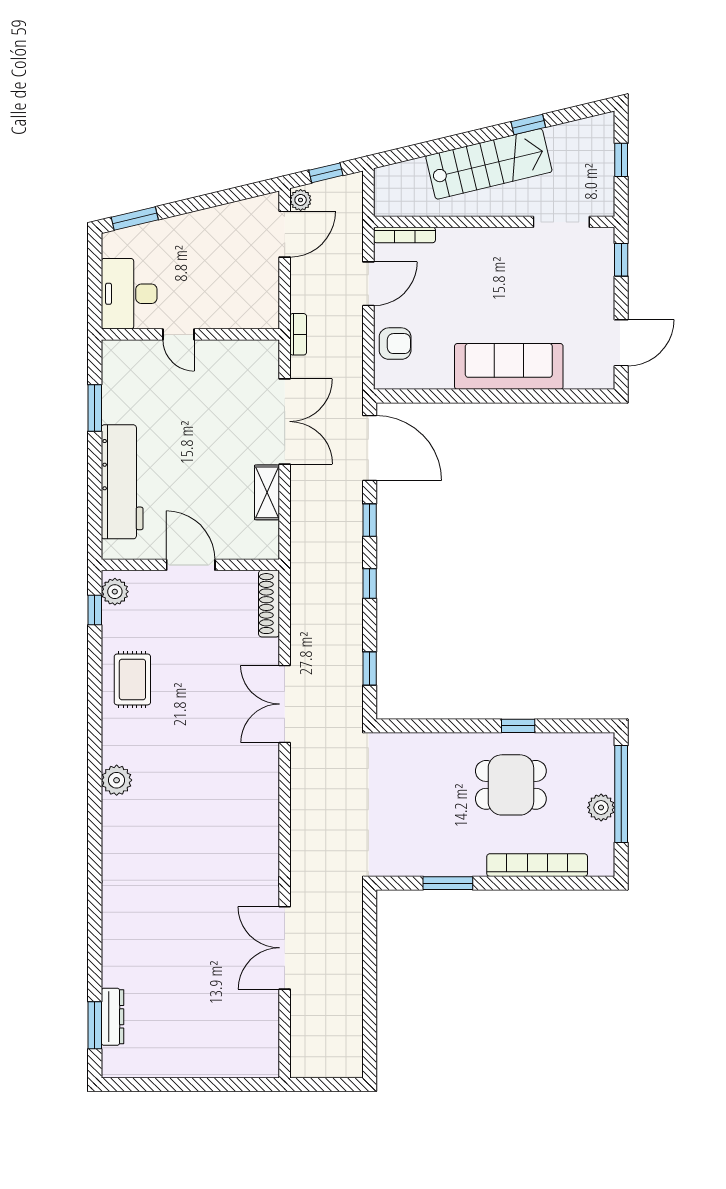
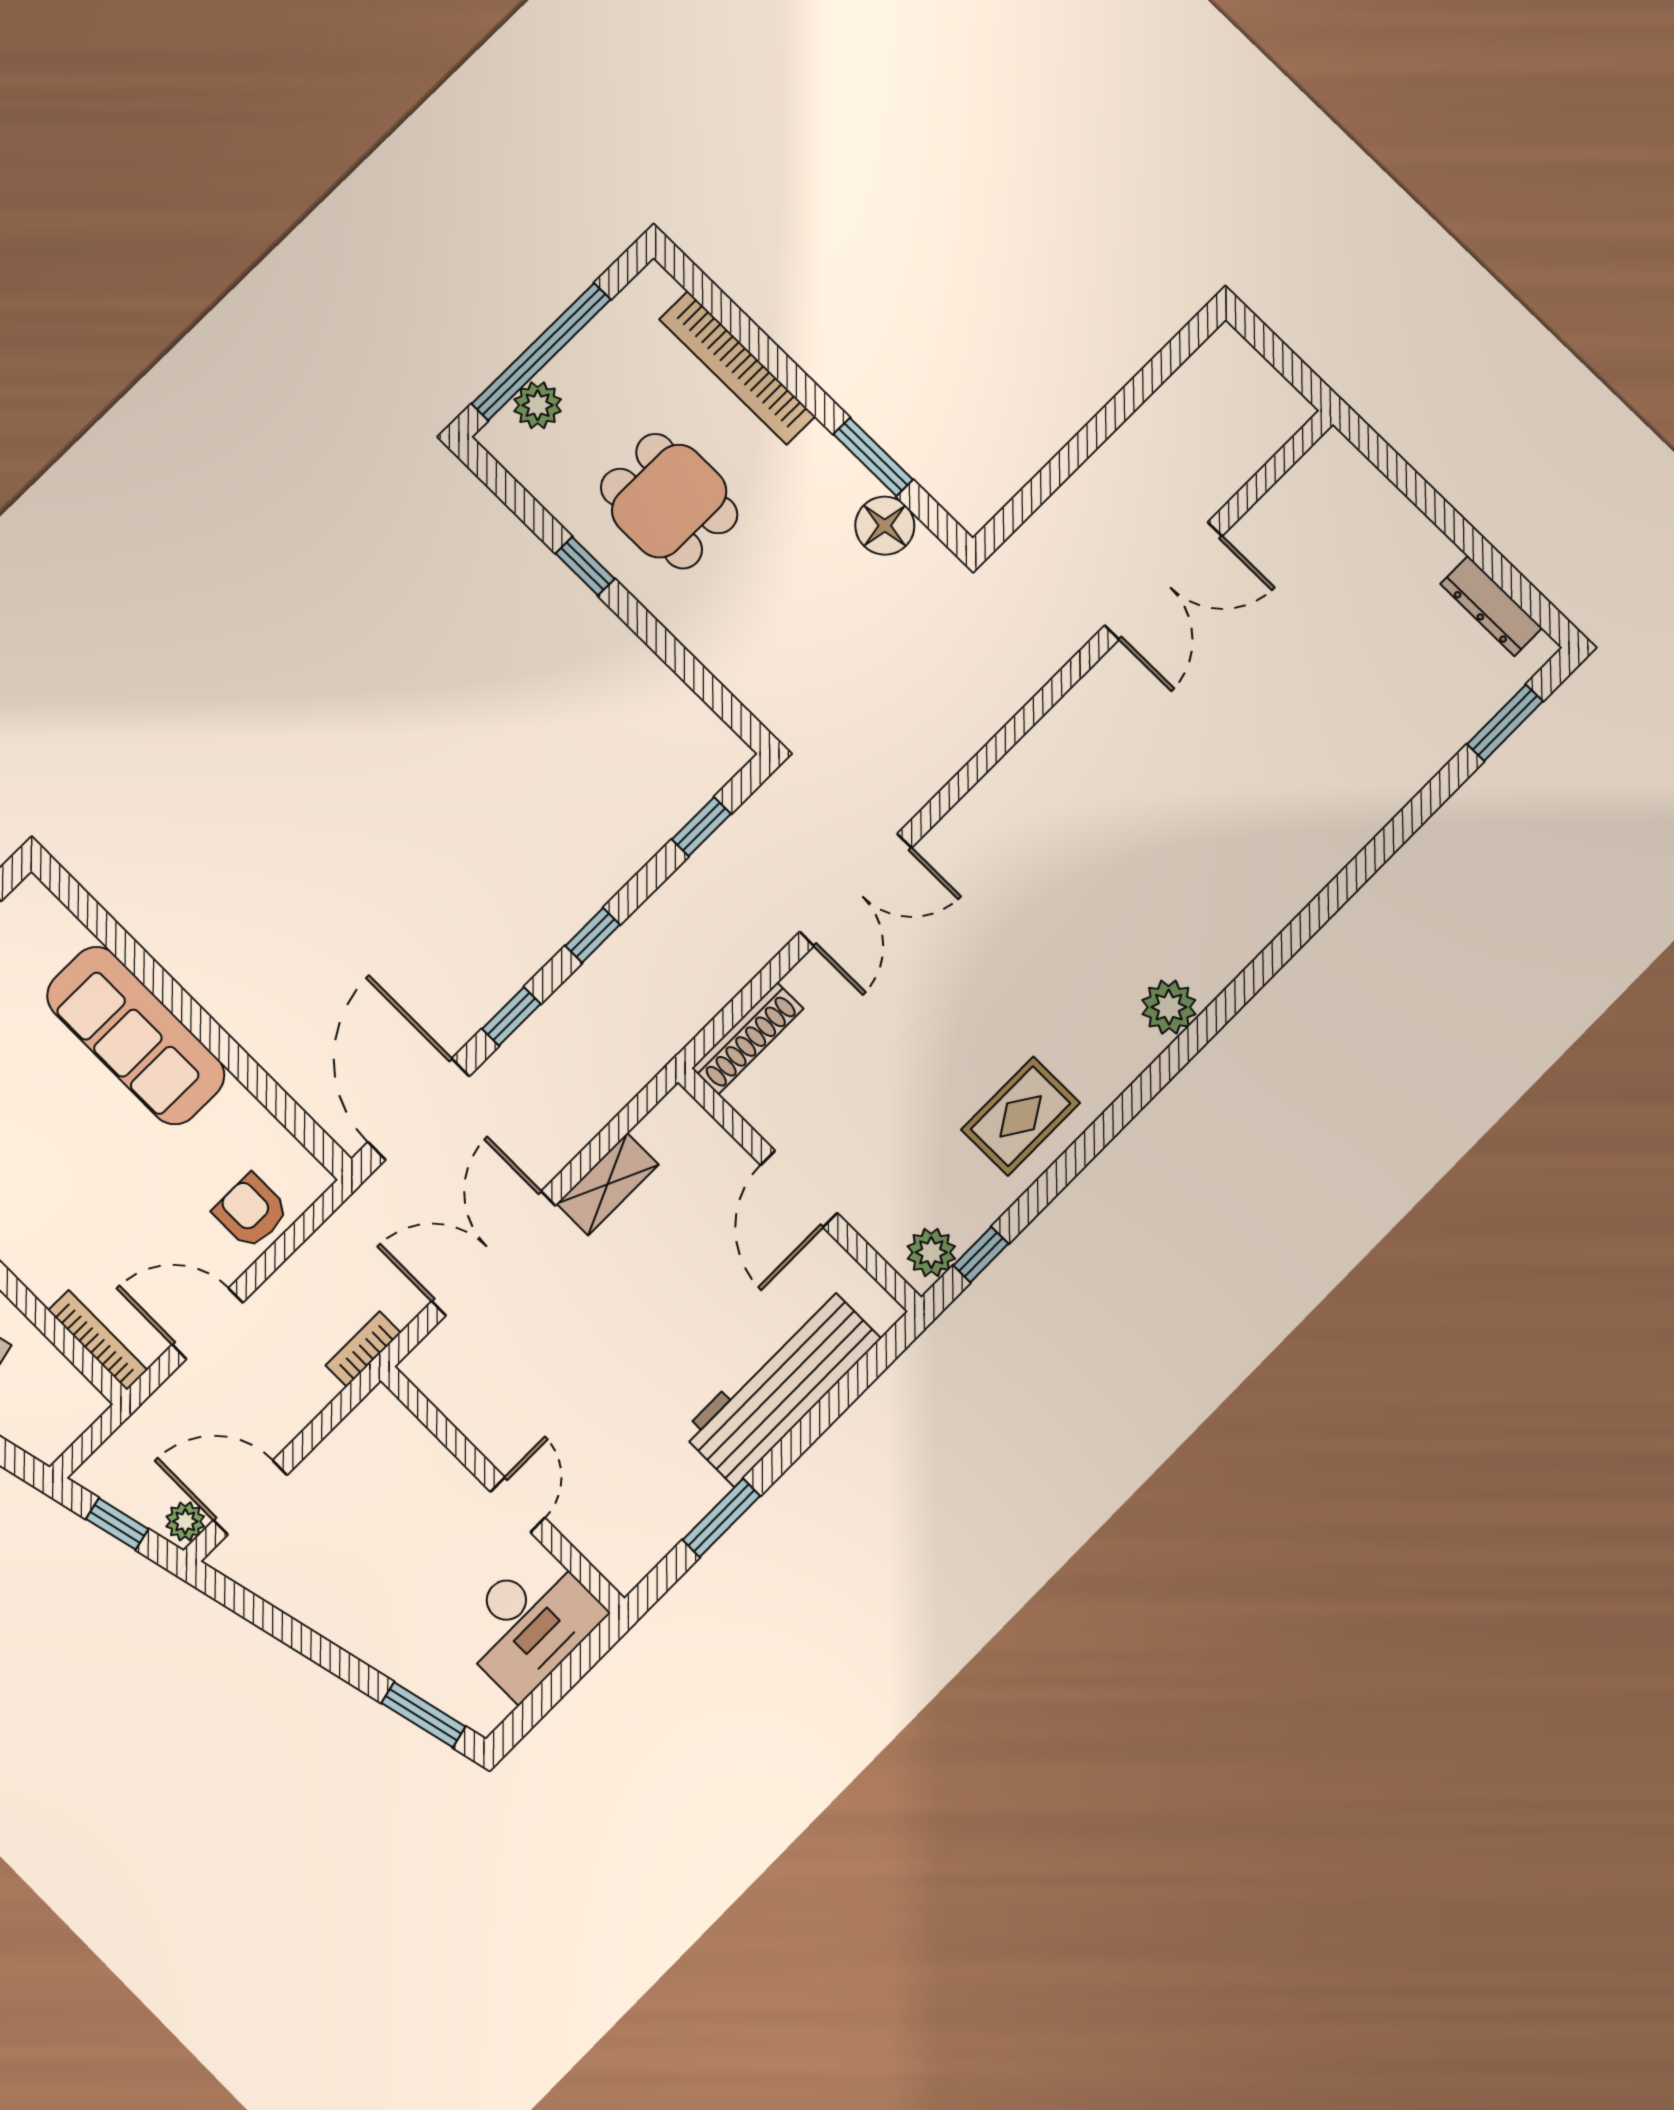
plant: (601, 807) -> (538, 405), moved
floor lamp: (416, 860) -> (885, 526), added
dresser: (113, 1017) -> (1491, 606), moved, turned -90

